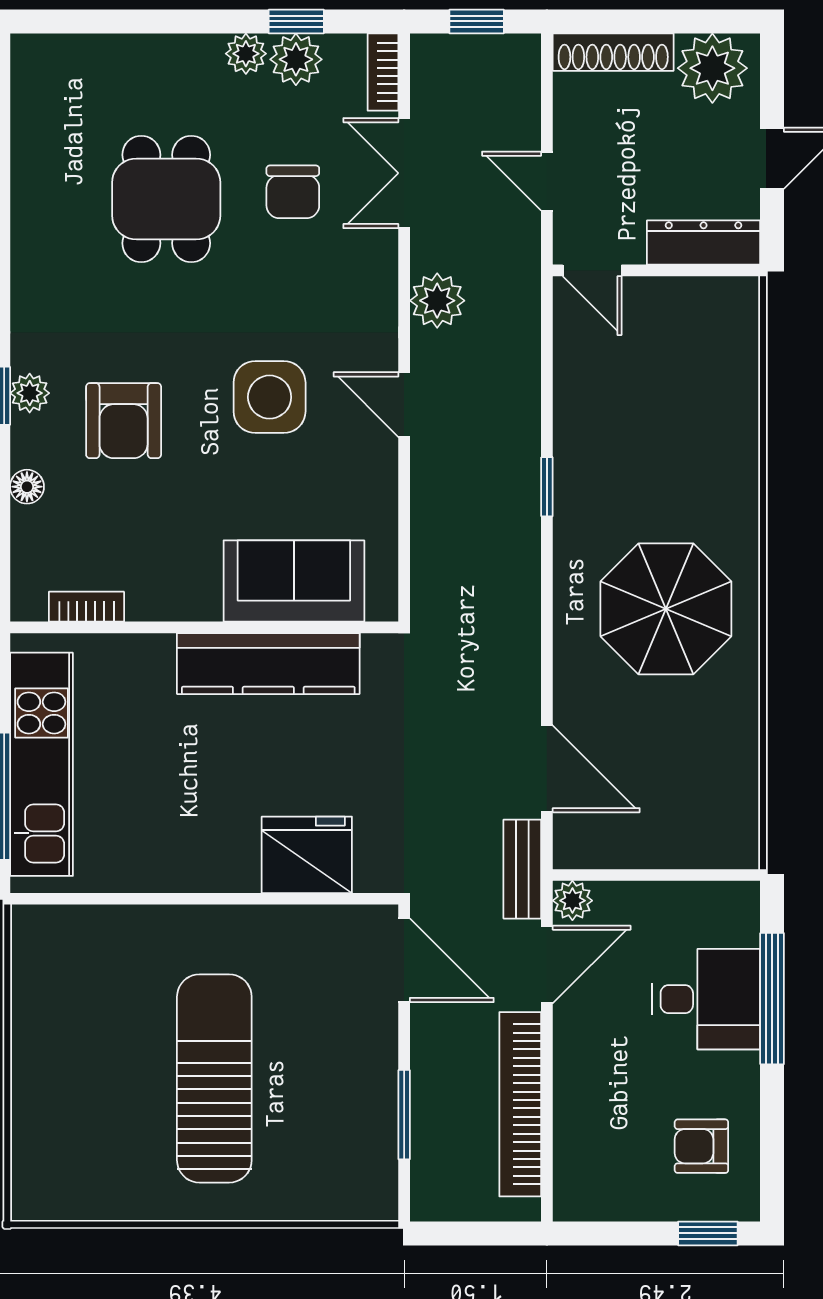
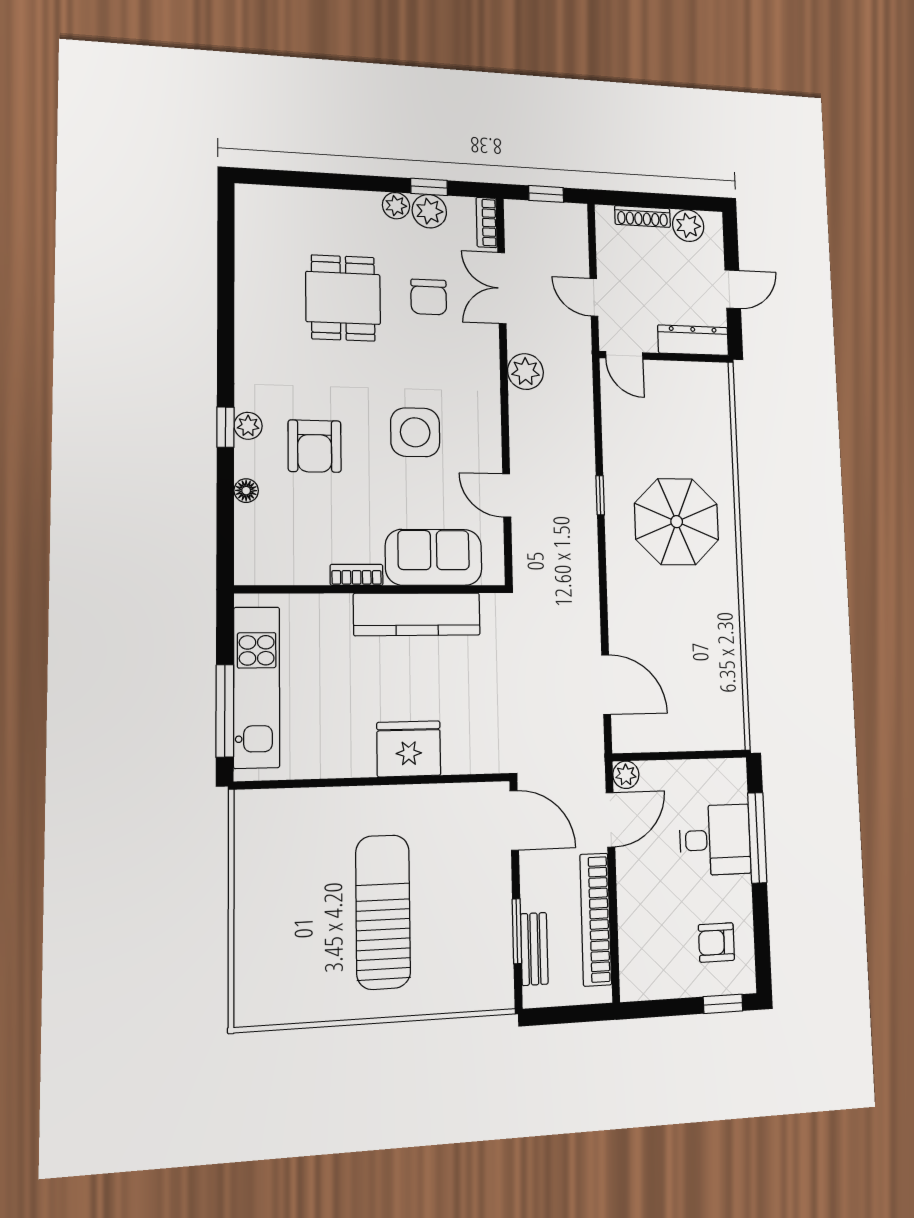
shoe rack: (613, 52) -> (643, 217), width x0.74, depth x0.81
plant: (712, 68) -> (688, 226), width x0.73, depth x0.73
door: (404, 405) -> (507, 495), moved
bookcase: (86, 607) -> (357, 575), moved
parasol: (666, 609) -> (677, 522), moved
fridge: (307, 855) -> (409, 749), moved
bench: (522, 869) -> (534, 949), moved

